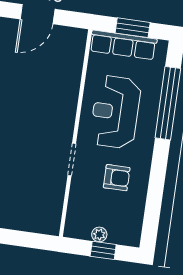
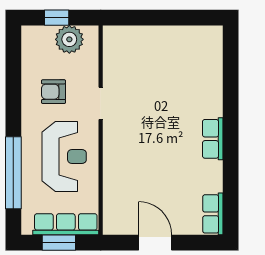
door: (38, 14) -> (155, 243), hinge flipped
plant: (99, 234) -> (69, 39), width x1.88, depth x1.88

